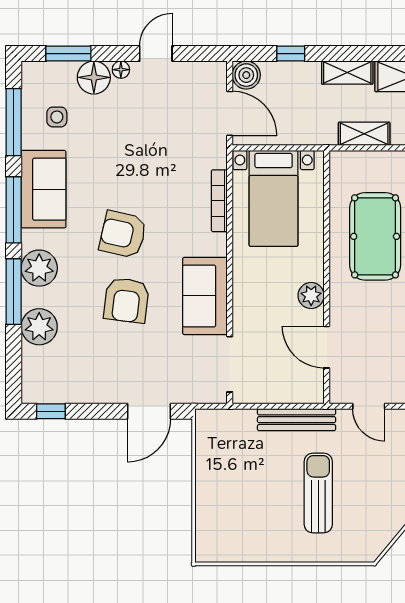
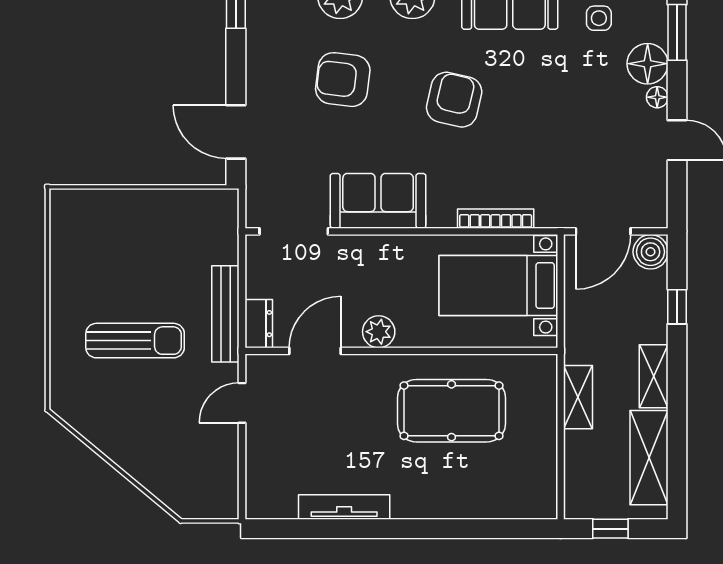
armchair: (126, 300) -> (343, 80), moved
dresser: (304, 393) -> (259, 324), added

